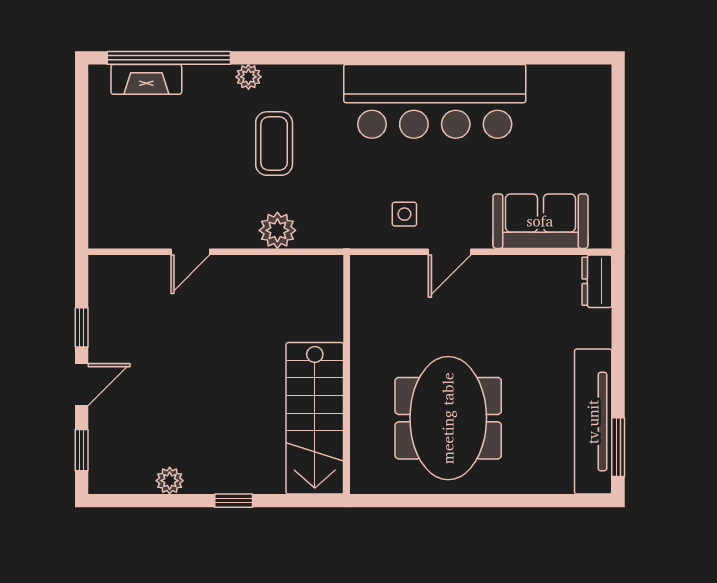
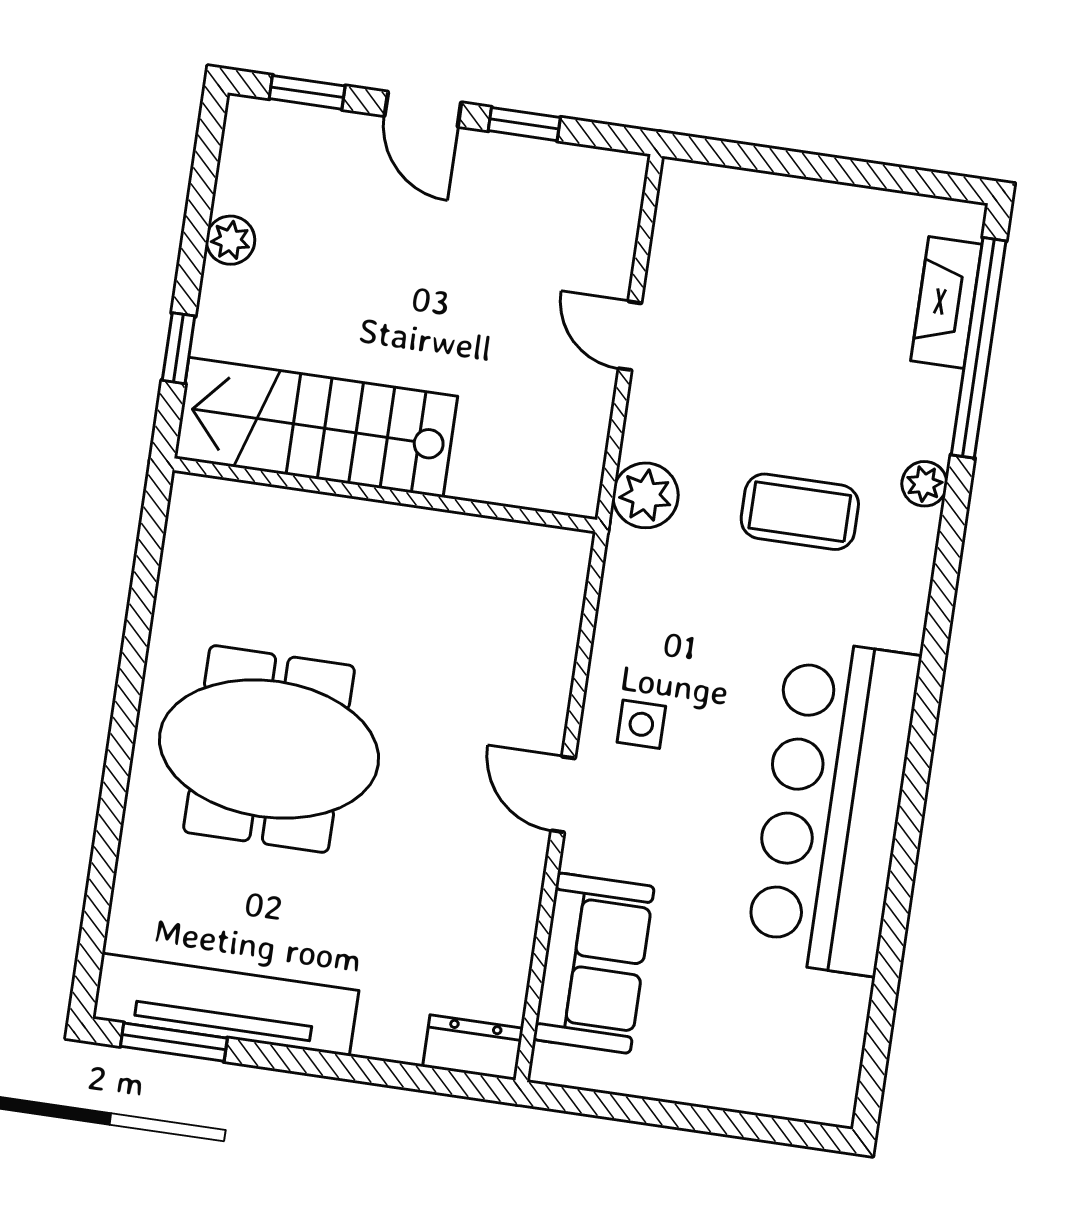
wall: (347, 375) -> (385, 495), moved
stairs: (315, 418) -> (316, 427), moved

